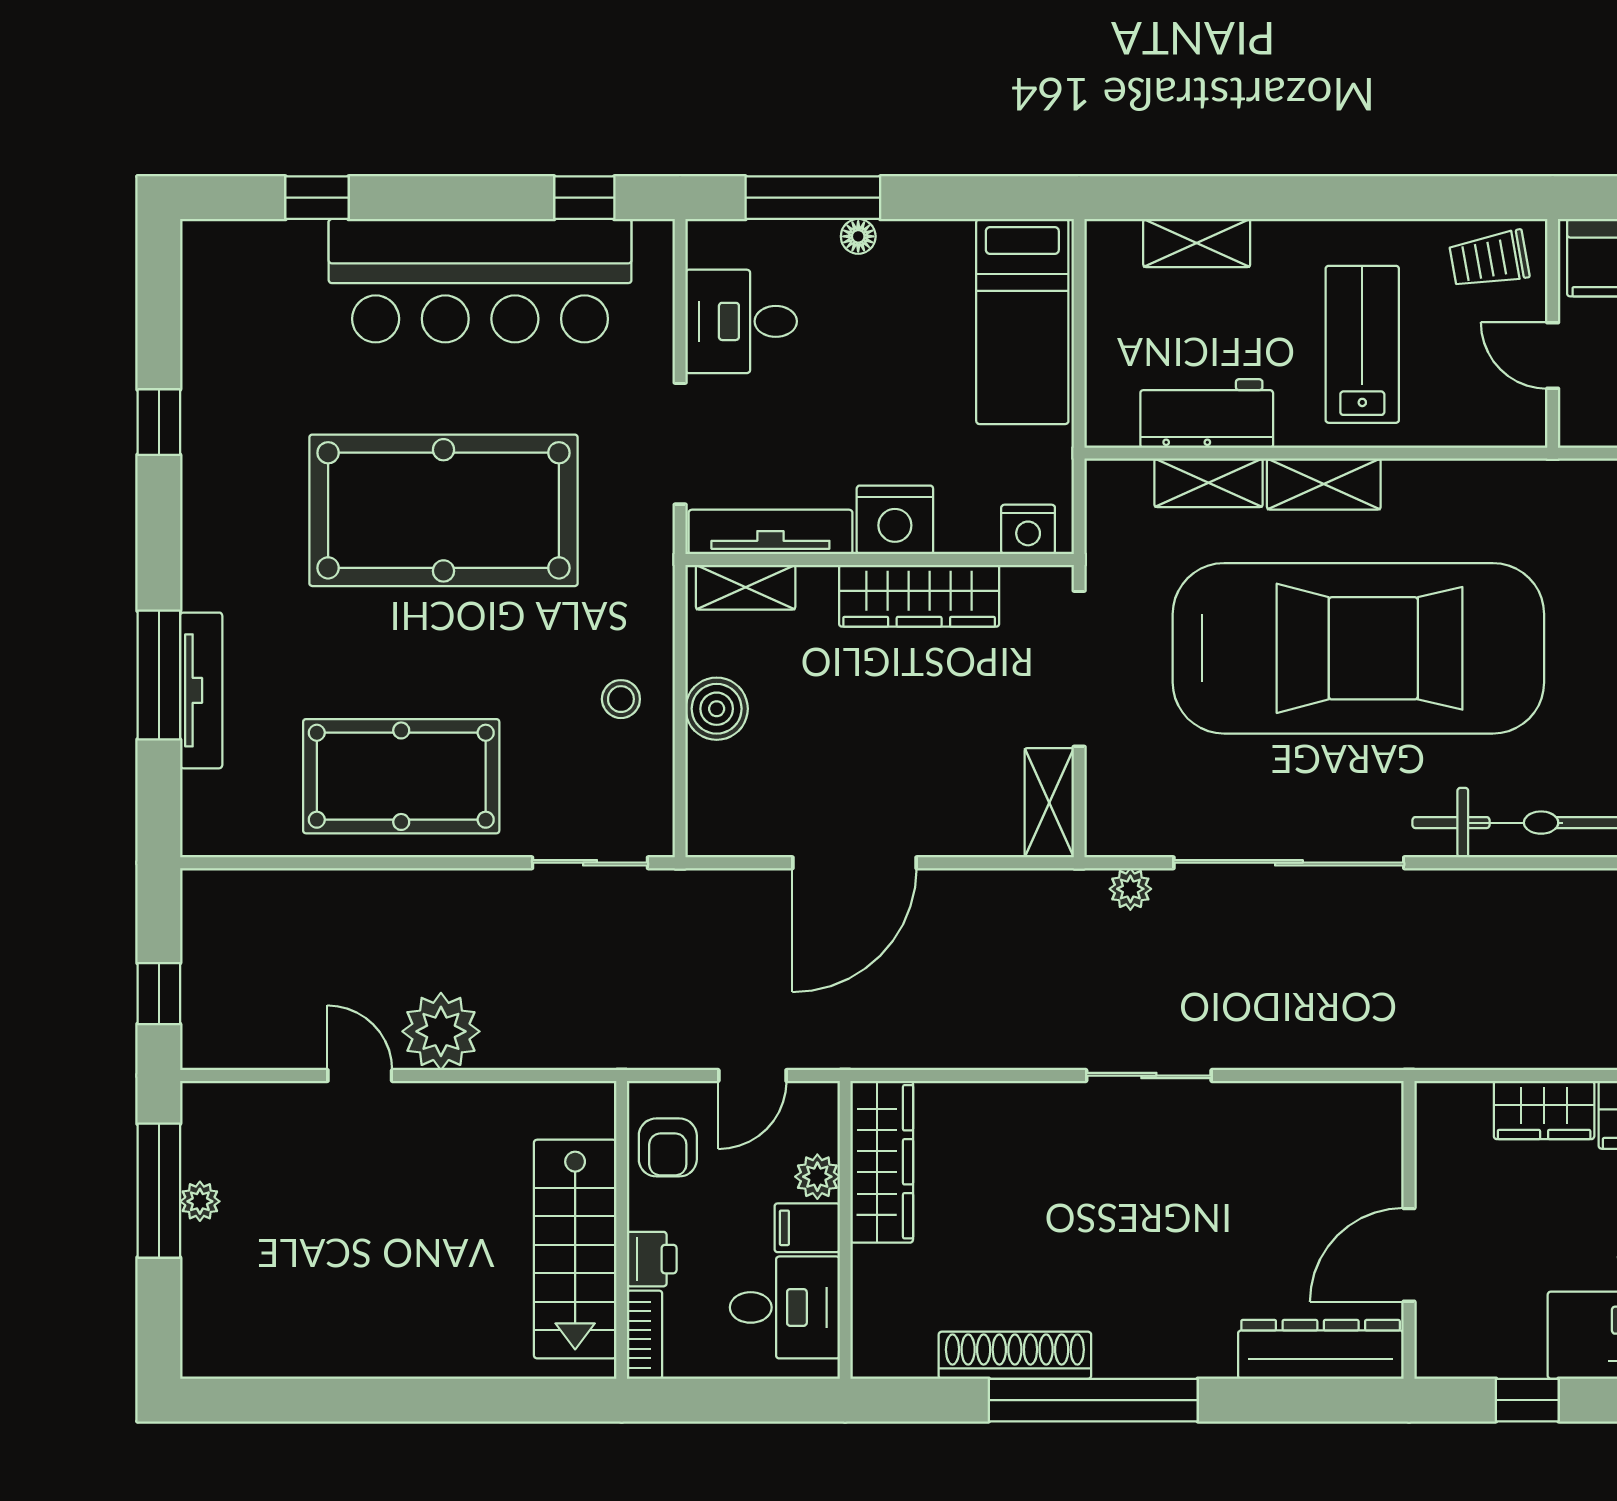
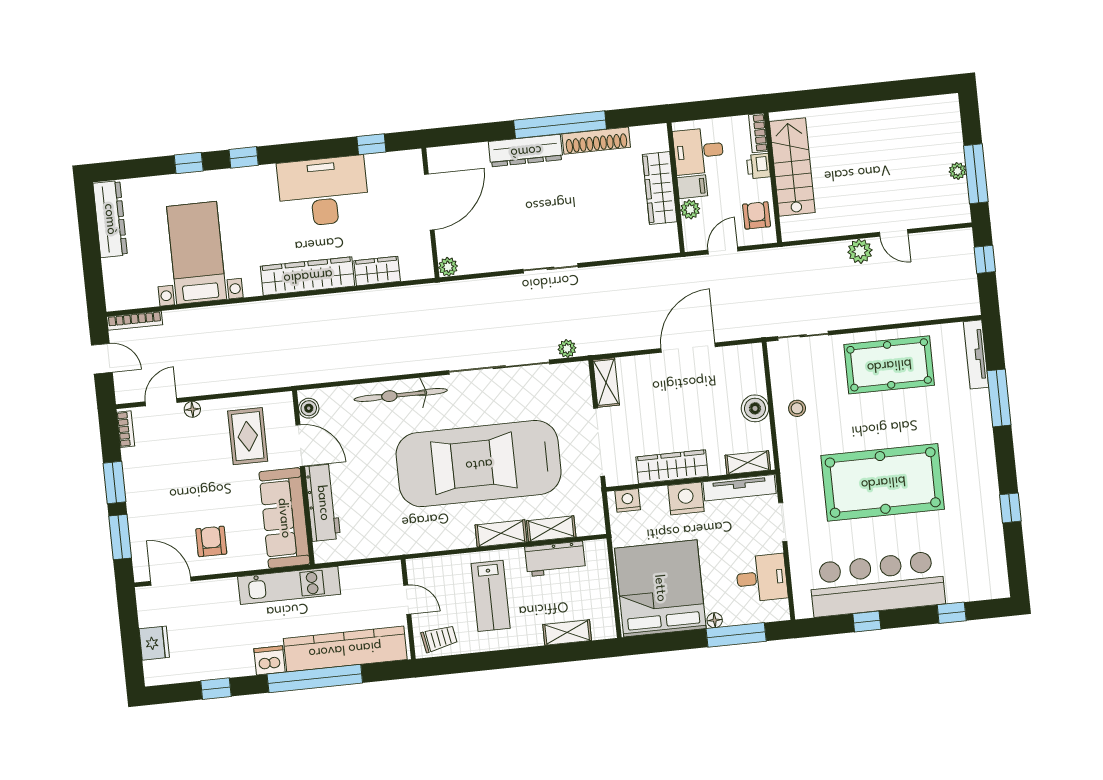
window: (584, 198) -> (867, 621), moved
bed: (1022, 322) -> (660, 588), width x2.04
doorway: (680, 444) -> (783, 522), width x0.73
tv unit: (201, 690) -> (976, 354), moved
plant: (441, 1031) -> (860, 251), width x0.73, depth x0.73
plant: (1382, 1103) -> (448, 267), added
wardrobe: (882, 1162) -> (660, 188), moved
door: (1409, 1255) -> (429, 202), width x1.36
dresser: (1321, 1349) -> (526, 151), moved

